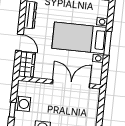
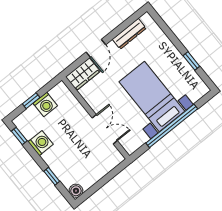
window: (108, 43) -> (172, 126), width x2.11
double door: (71, 84) -> (105, 129), width x0.73

